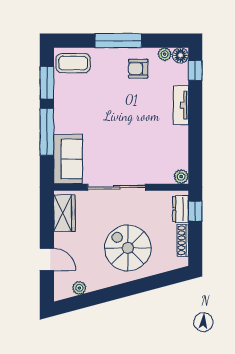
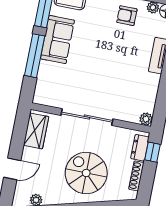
sofa: (68, 159) -> (57, 40), moved
door: (47, 259) -> (12, 169), hinge flipped

